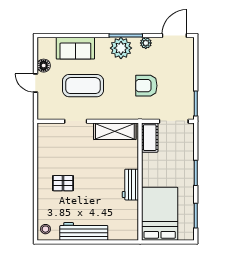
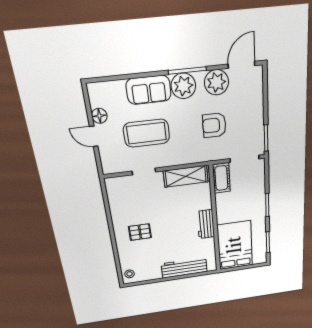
plant: (146, 43) -> (216, 82), width x1.87, depth x1.87
sofa: (75, 48) -> (149, 90), moved
workbench: (84, 231) -> (184, 268), moved

